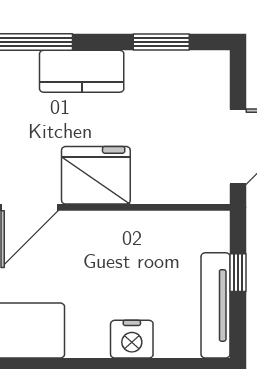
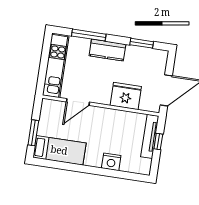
fridge: (96, 175) -> (126, 96), moved
tv unit: (216, 305) -> (150, 136), moved

